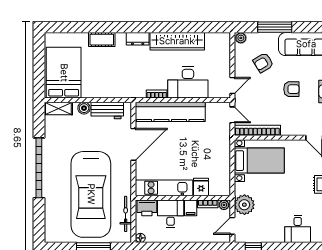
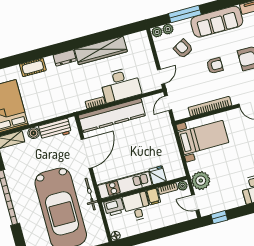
plant: (253, 38) -> (168, 29), added
armchair: (263, 63) -> (183, 49), turned 92
door: (232, 115) -> (168, 103), swing flipped
bookcase: (257, 130) -> (210, 106), moved
bicycle: (126, 214) -> (90, 194), moved
door: (232, 226) -> (195, 202), hinge flipped

